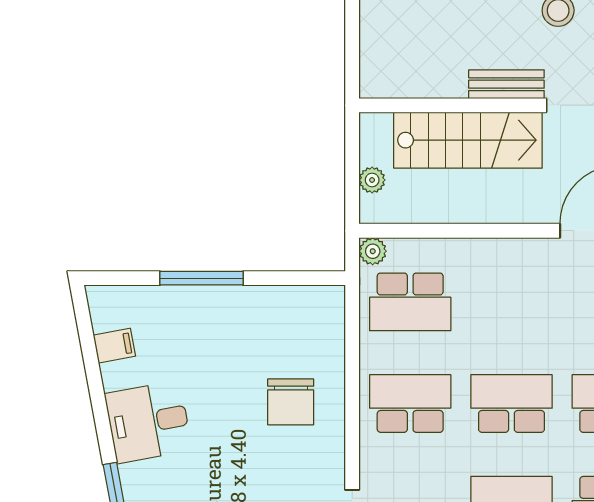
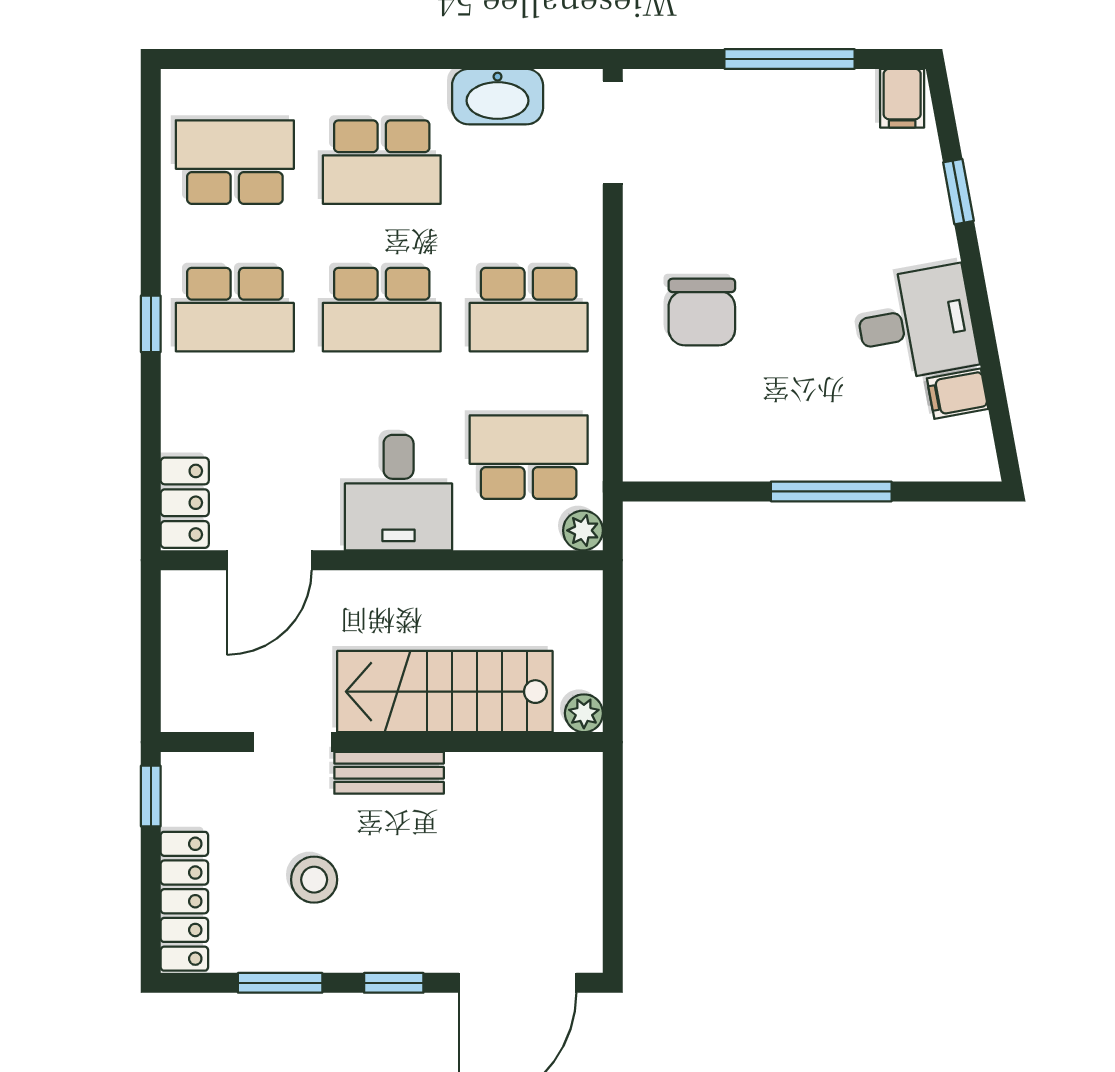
plant: (372, 180) -> (584, 713), moved
desk: (500, 277) -> (399, 493), added
chair: (291, 402) -> (702, 312), turned 180
desk: (148, 422) -> (916, 324), moved

